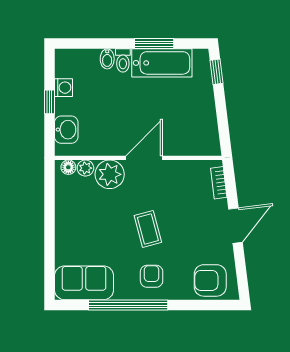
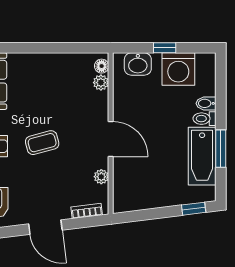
washing machine: (64, 88) -> (178, 69), width x1.89, depth x1.89
plant: (110, 174) -> (101, 177), moved, width x0.53, depth x0.53

